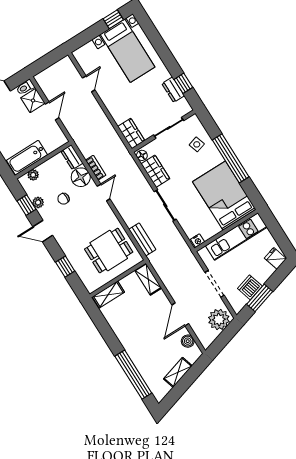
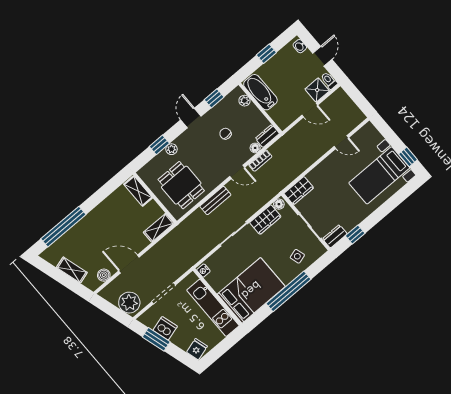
dresser: (173, 90) -> (335, 236), moved
floor lamp: (81, 177) -> (255, 148), width x0.53, depth x0.53
plant: (38, 202) -> (171, 149), moved
bench: (142, 239) -> (215, 201), moved

